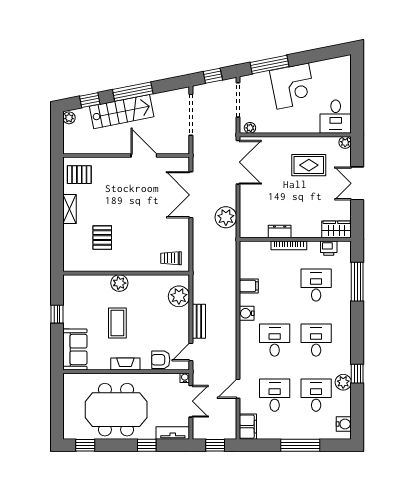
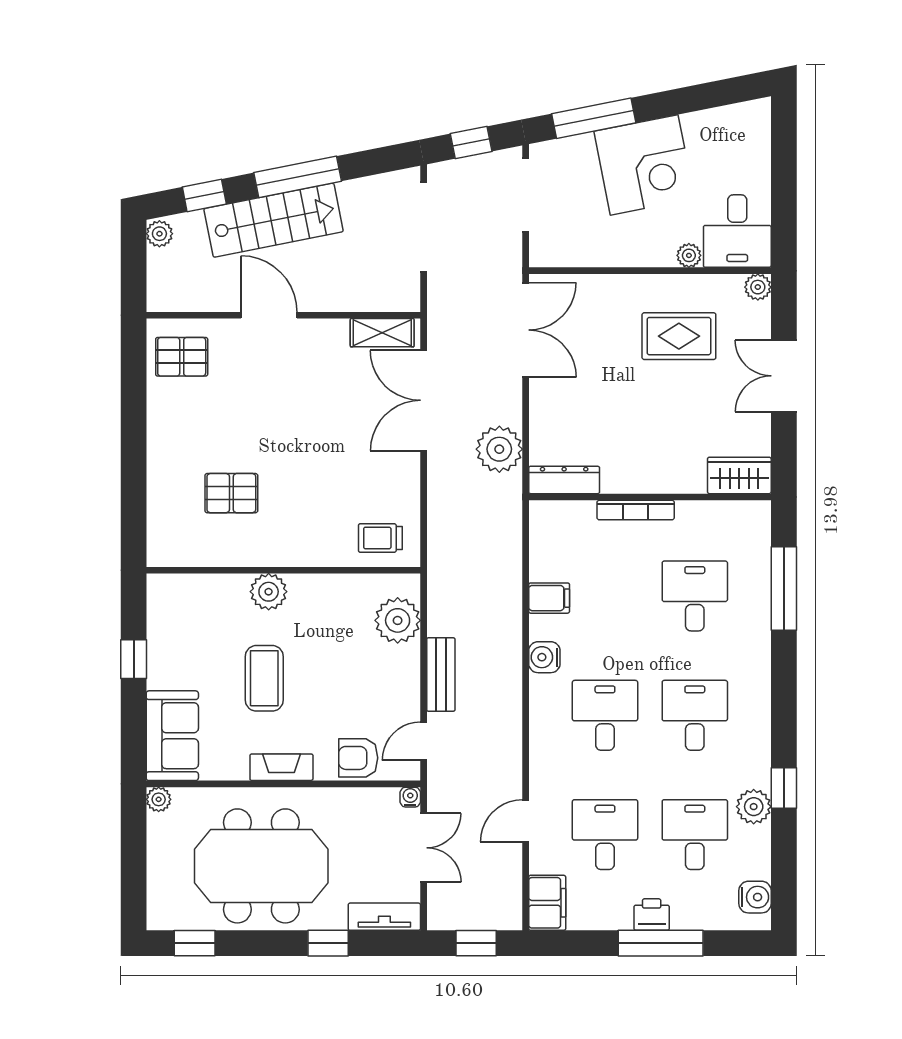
plant: (250, 128) -> (689, 255), moved
door: (144, 155) -> (269, 315), moved
shelving: (70, 209) -> (382, 333), moved, turned 90
dresser: (280, 231) -> (564, 480), moved, width x1.44
pallet: (102, 238) -> (231, 493), turned 90
printer: (329, 248) -> (652, 915), moved, turned 180
plant: (69, 379) -> (159, 799), added

